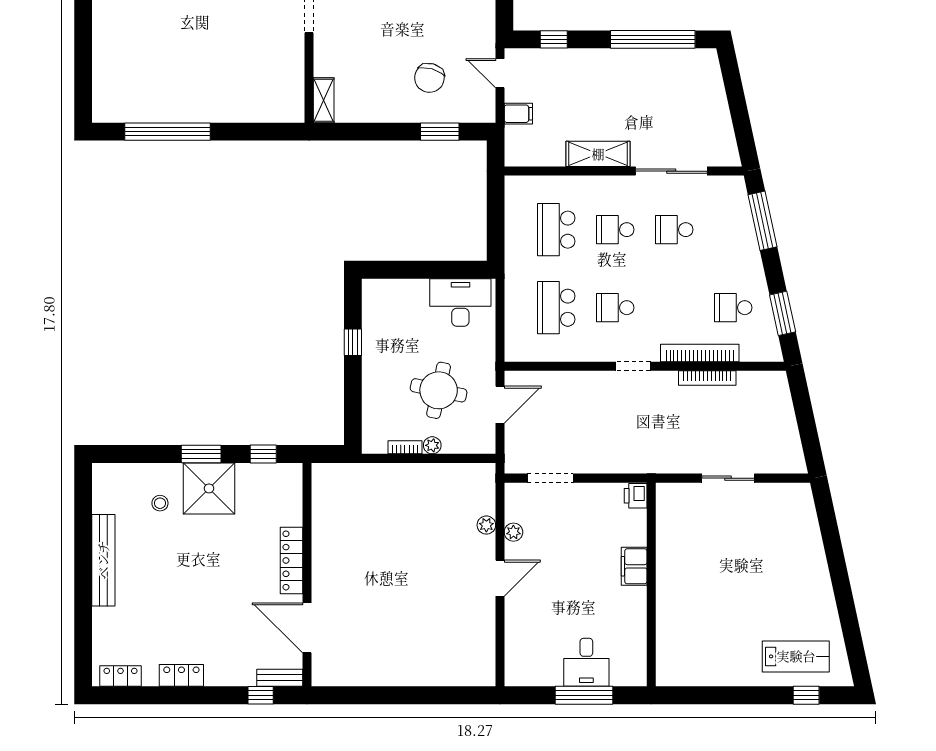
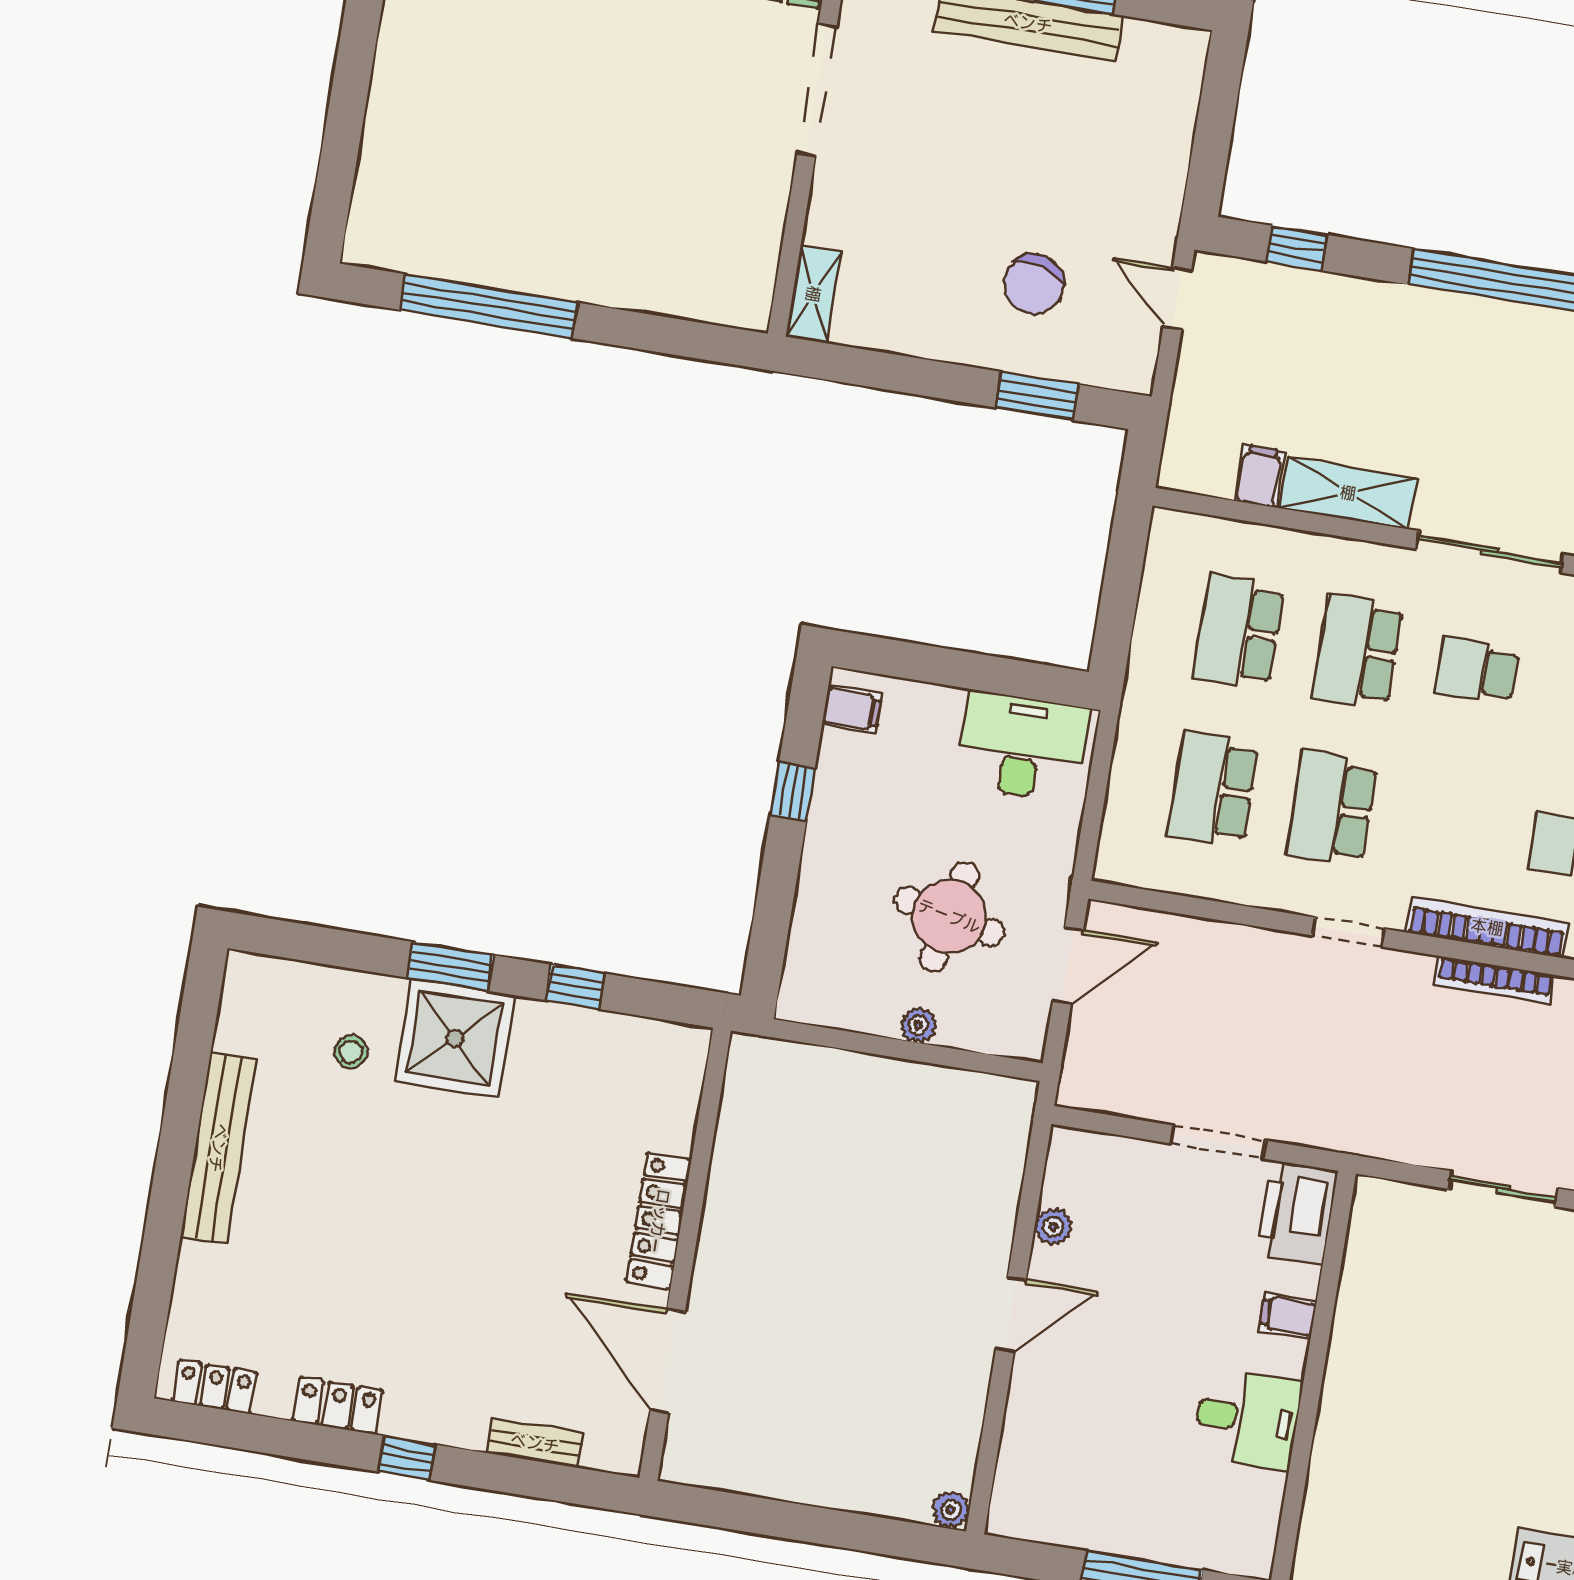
filing cabinet: (518, 114) -> (1260, 476), moved, turned -90
school desk: (615, 230) -> (1358, 651), width x1.85
filing cabinet: (375, 298) -> (852, 709), added
school desk: (615, 308) -> (1332, 808), width x1.85
bookcase: (405, 447) -> (863, 1020), removed
doorway: (550, 478) -> (1218, 1142), moved
printer: (636, 496) -> (1297, 1214), width x1.87, depth x1.48
plant: (486, 525) -> (951, 1510), moved
locker: (291, 560) -> (659, 1221), moved
filing cabinet: (634, 566) -> (1288, 1316), width x0.50
wall: (307, 575) -> (685, 1254), moved
door: (307, 628) -> (668, 1361), moved
desk: (586, 662) -> (1248, 1419), moved, turned -90
window: (261, 695) -> (407, 1458), moved

